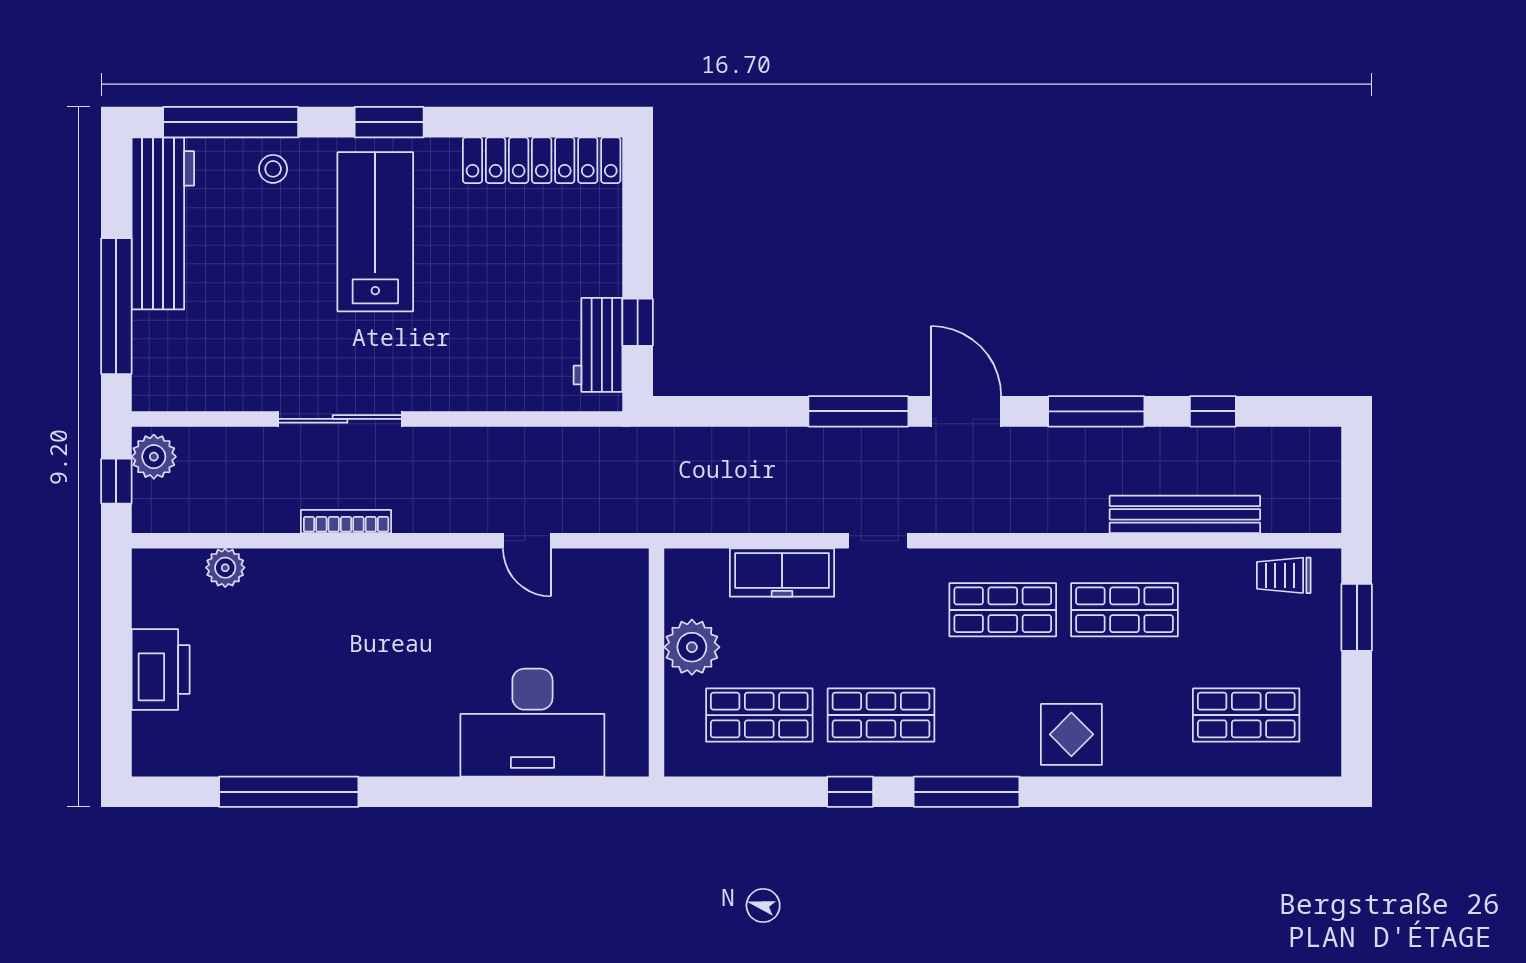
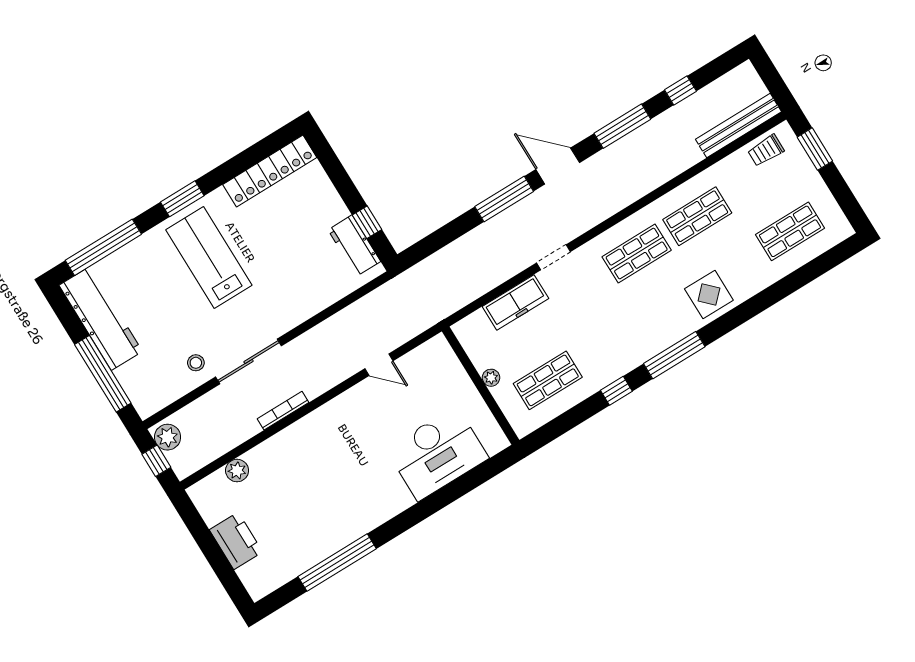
stool: (273, 169) -> (196, 363), moved
bench: (1185, 514) -> (738, 125), moved
plant: (692, 647) -> (491, 378), width x0.53, depth x0.53
shop shelf: (881, 715) -> (608, 343), removed

